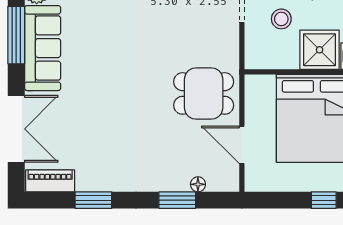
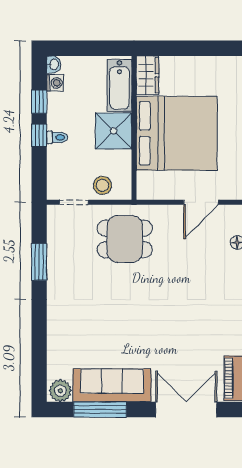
stool: (281, 19) -> (102, 185), moved
dining table: (204, 93) -> (125, 239), moved, turned 90

